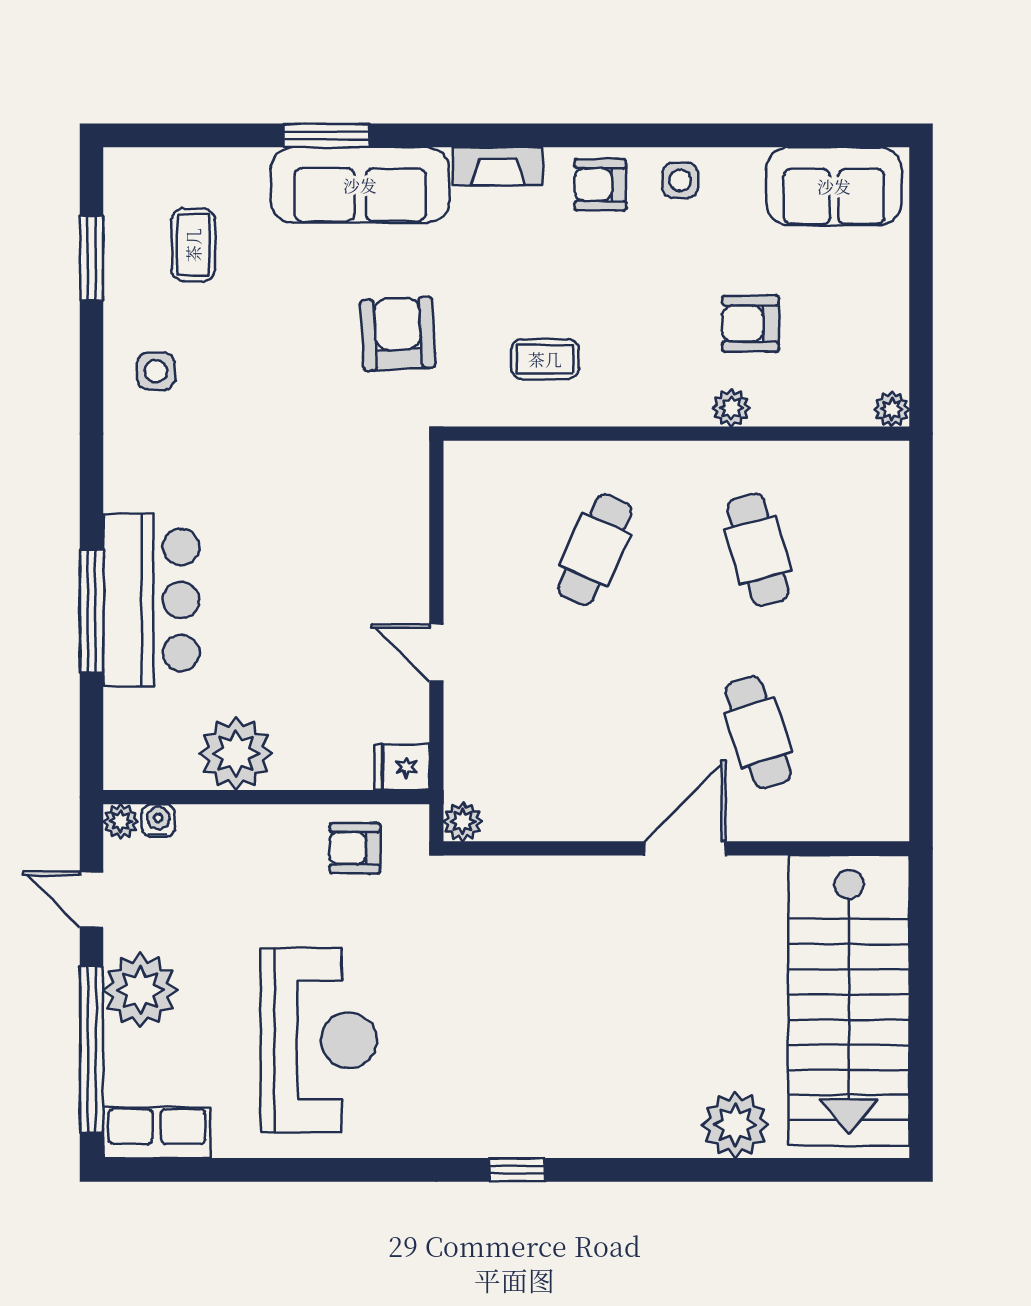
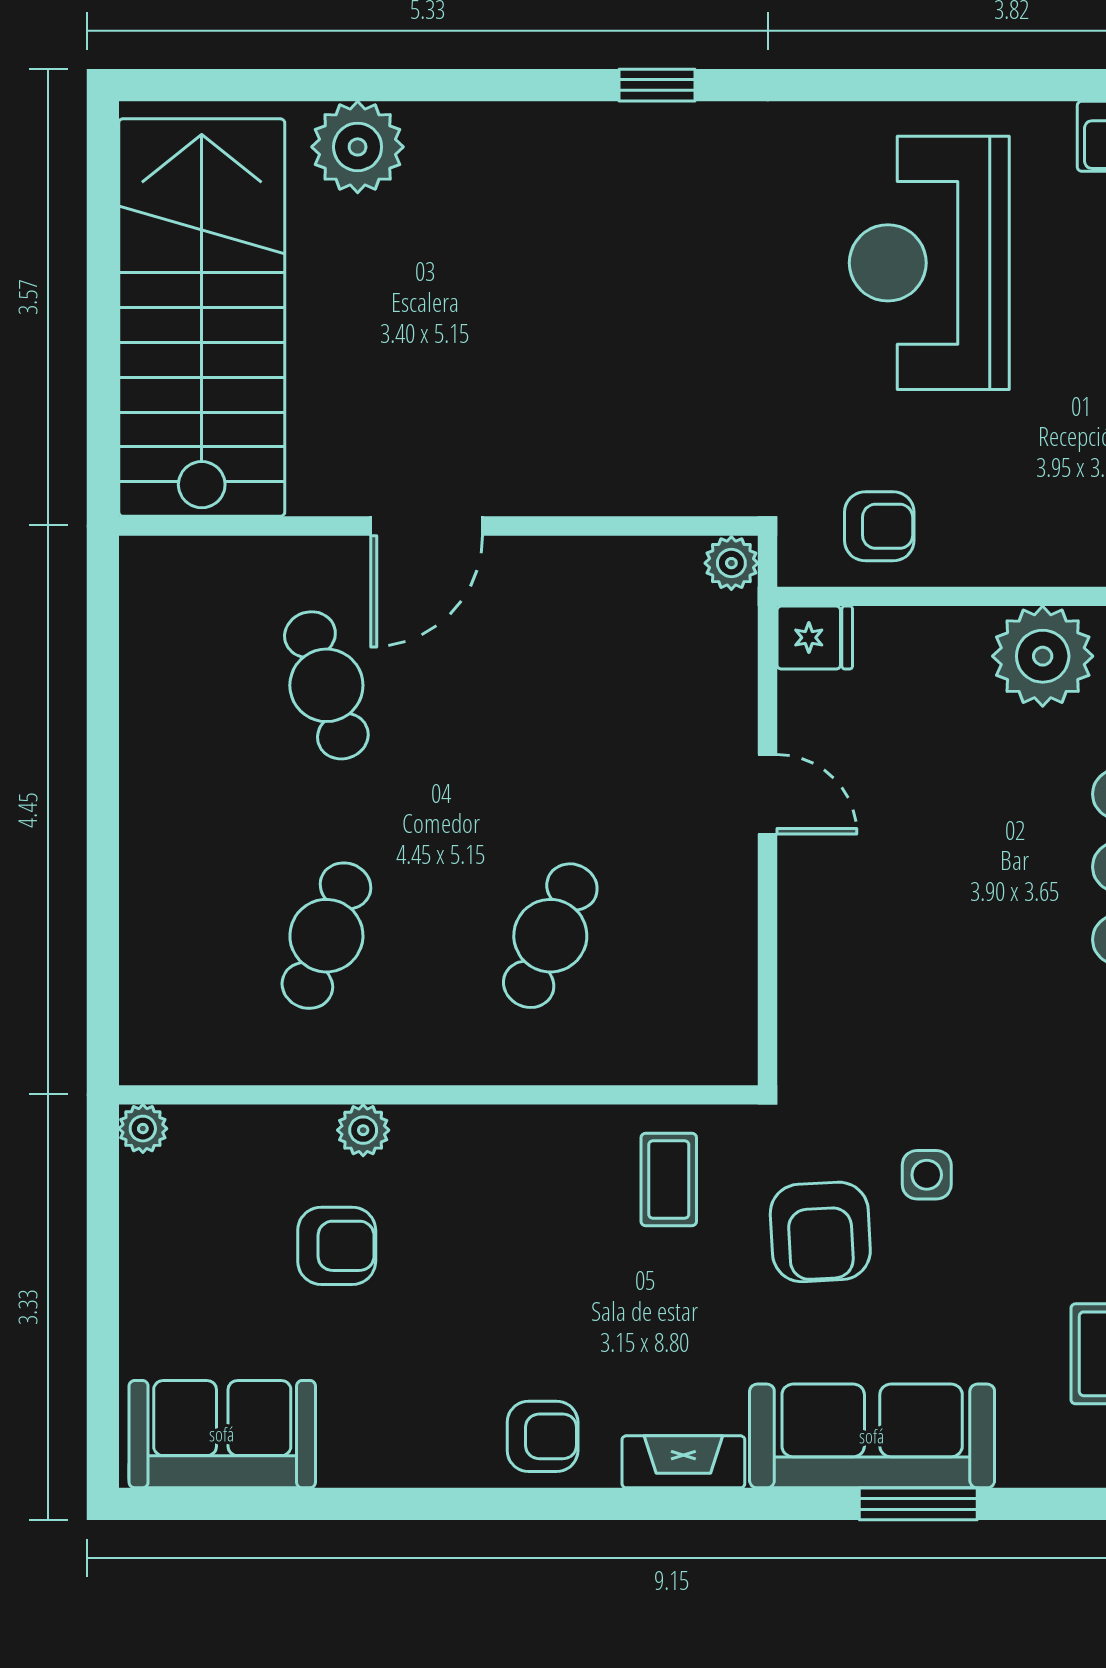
side table: (680, 180) -> (927, 1175), moved
coffee table: (545, 359) -> (669, 1180), moved, turned 90
cafe table: (758, 550) -> (326, 936), turned 36

